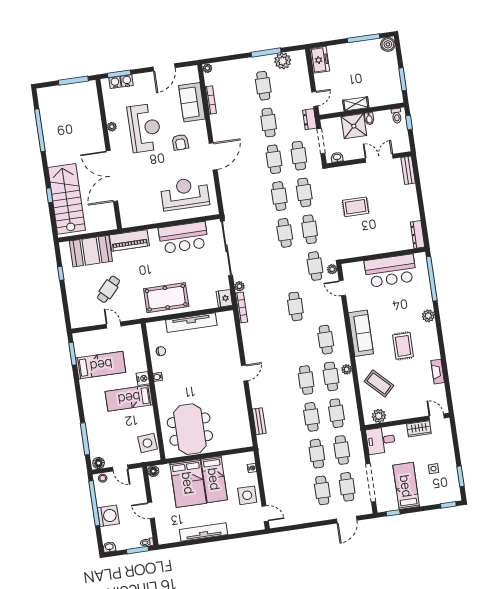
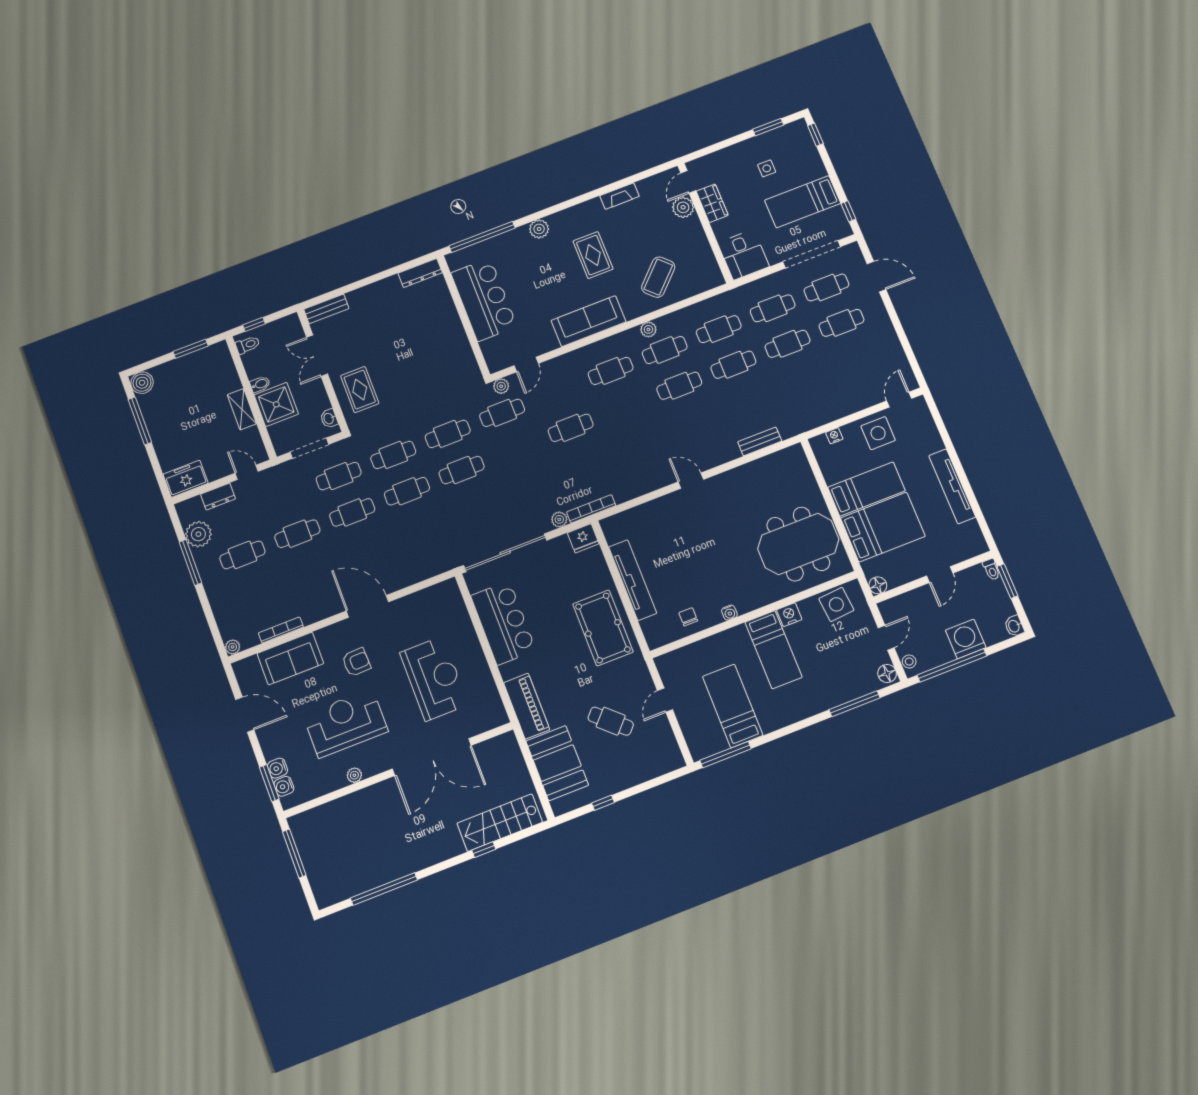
dresser: (310, 119) -> (218, 497), moved
reception desk: (185, 194) -> (434, 679), moved, turned 180
stairs: (67, 199) -> (500, 823), width x0.73, depth x0.66
rug: (356, 207) -> (360, 390), moved
rug: (403, 346) -> (593, 255), turned 90
window: (73, 354) -> (726, 754), width x1.44
nightstand: (143, 379) -> (789, 615), moved
plant: (379, 416) -> (683, 207), moved

